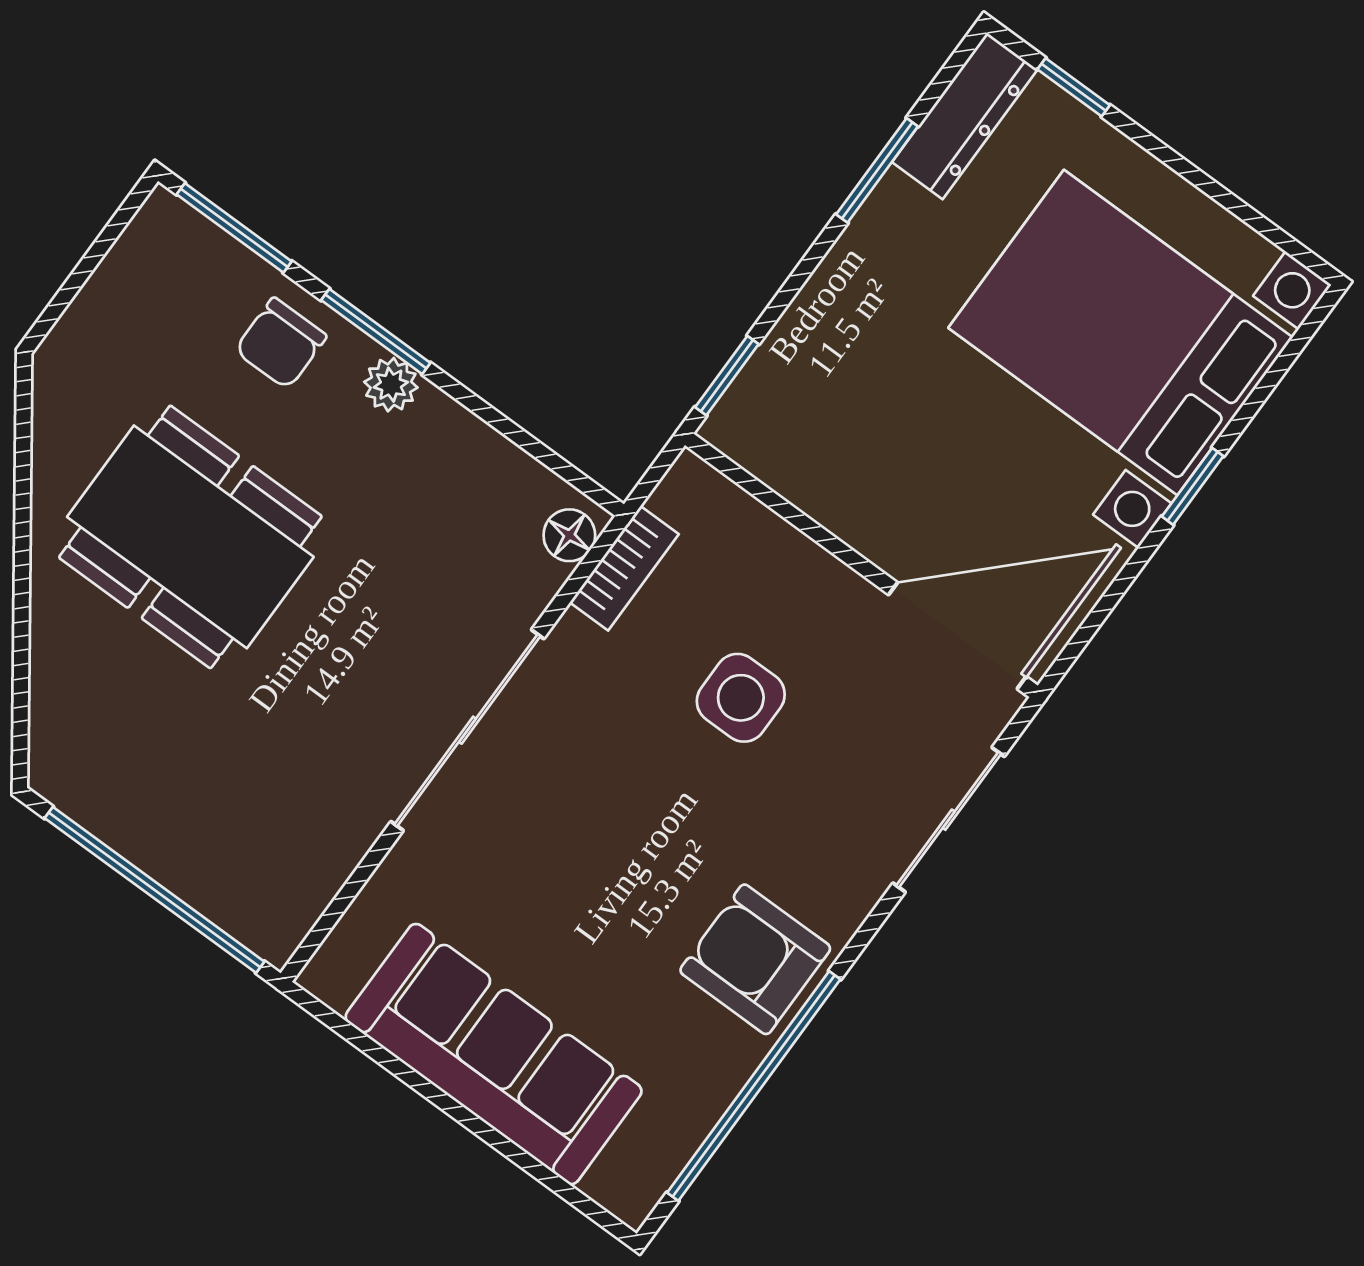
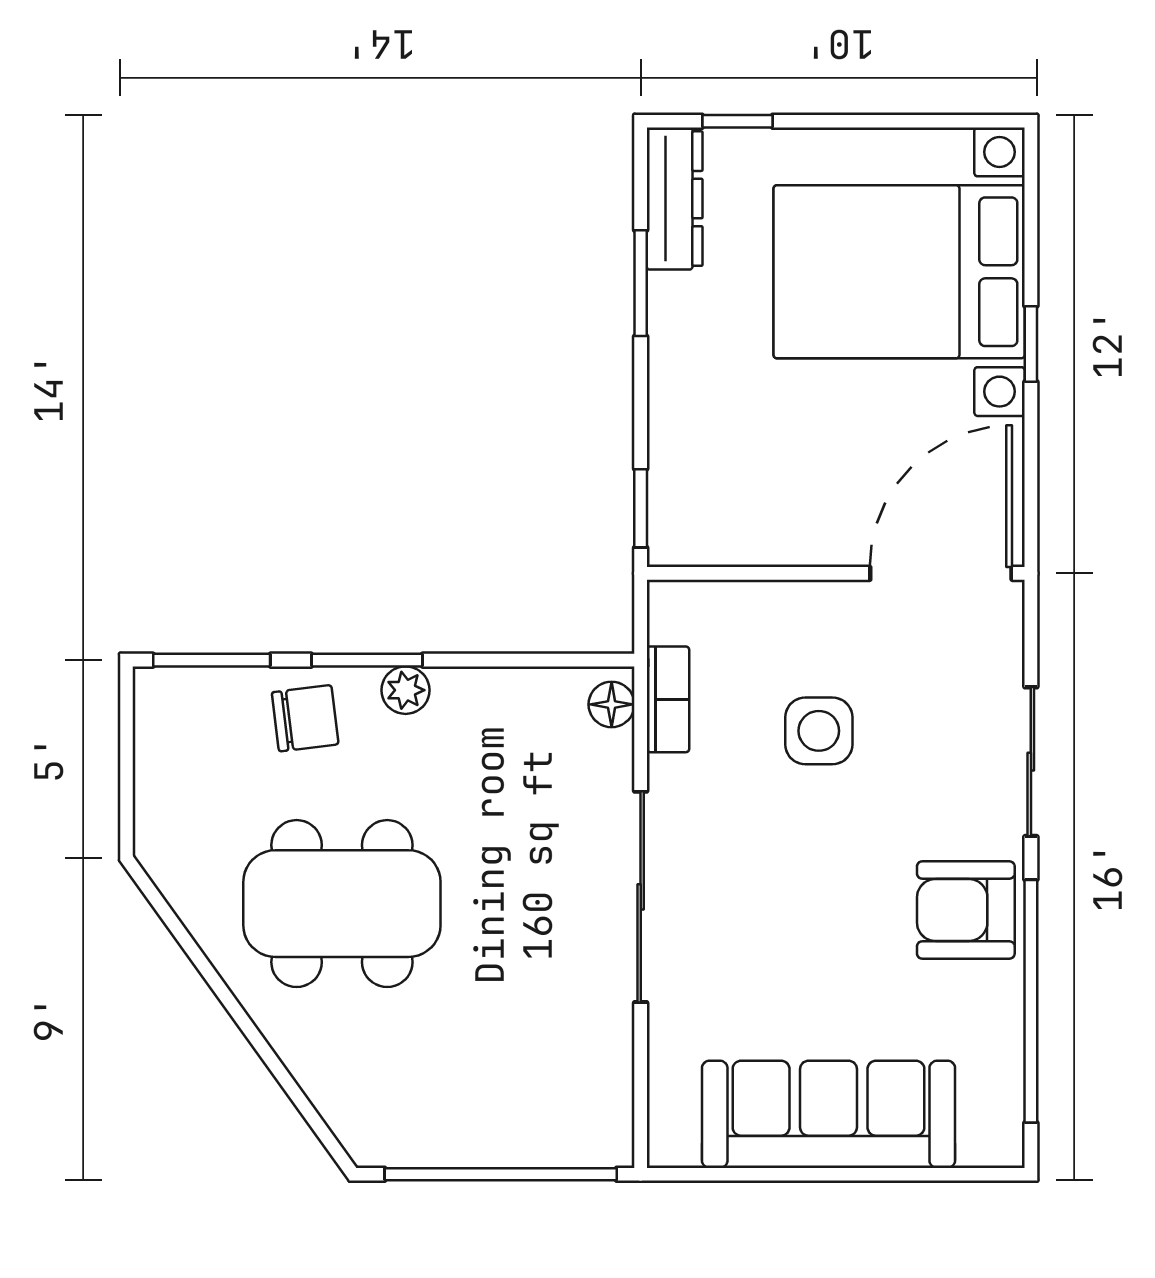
chair: (281, 343) -> (305, 718), turned -97
sliding door: (949, 820) -> (1031, 762), moved

